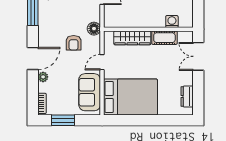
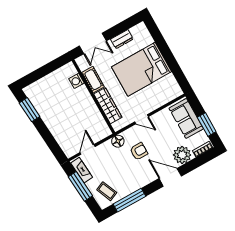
plant: (43, 77) -> (182, 155), width x1.88, depth x1.88
sofa: (90, 92) -> (186, 118), moved, turned 90
dresser: (187, 96) -> (122, 39), moved
bed: (130, 97) -> (141, 69), moved, turned -90

